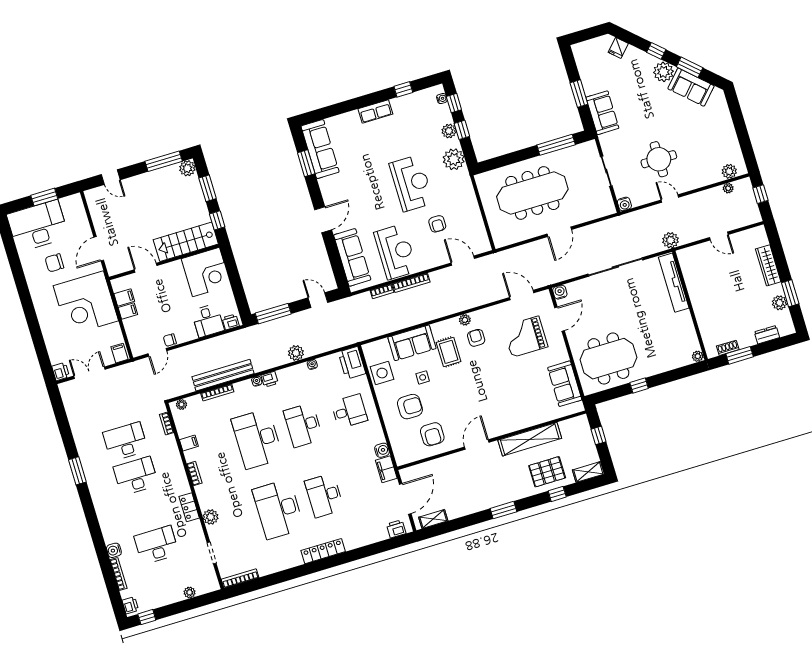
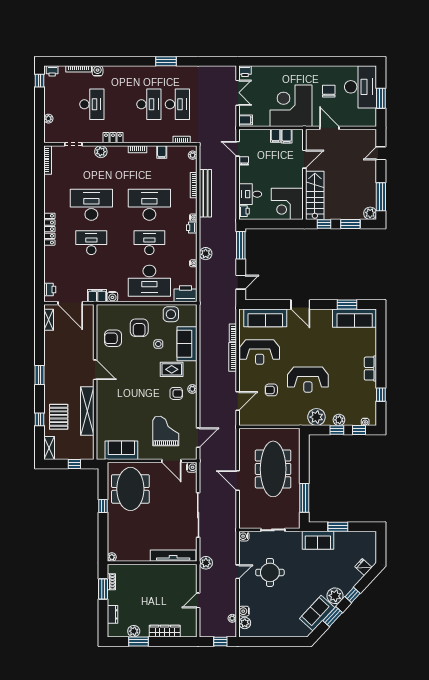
water cooler: (715, 176) -> (244, 611), added
desk: (349, 411) -> (149, 281), width x1.87, depth x1.30

